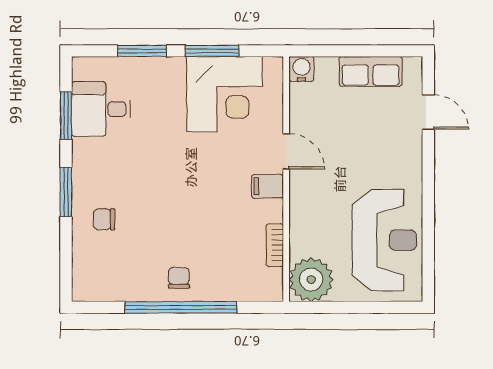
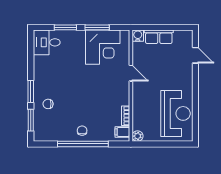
row of seats: (371, 71) -> (159, 37), moved
desk: (101, 109) -> (47, 42), moved
window: (66, 116) -> (31, 120), moved
filing cabinet: (267, 186) -> (122, 132), moved
plant: (311, 280) -> (137, 136), width x0.53, depth x0.53

